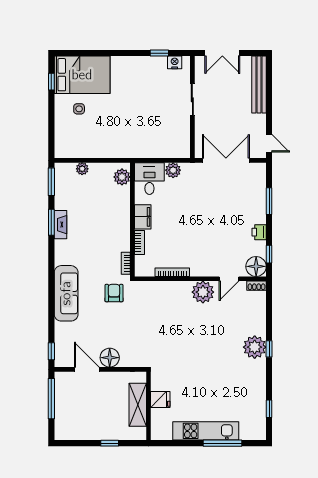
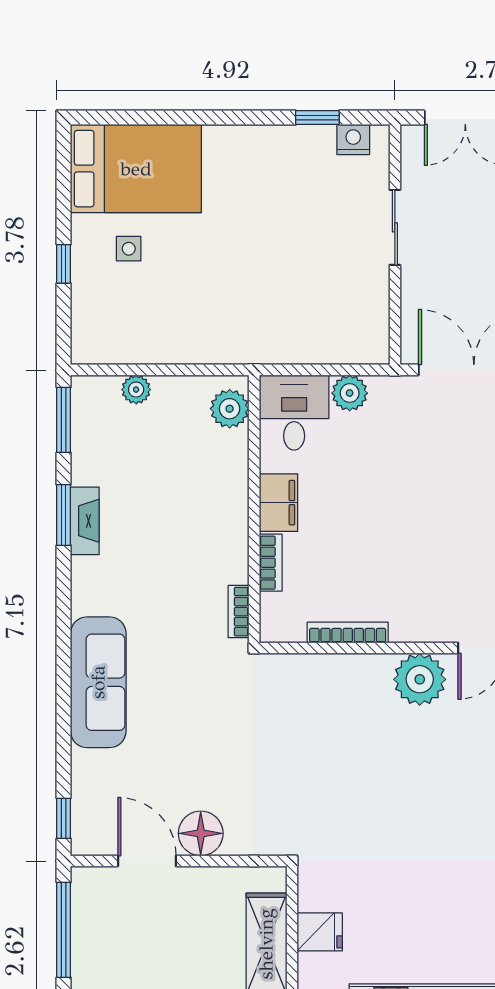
window: (51, 82) -> (64, 264), moved
armchair: (114, 293) -> (211, 682), removed

